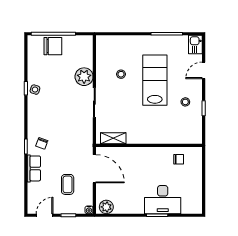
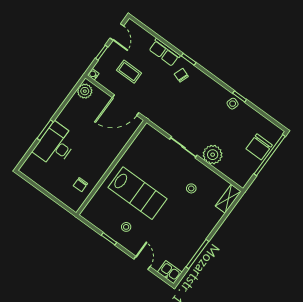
lab bench: (155, 80) -> (137, 193), moved
shelving: (113, 138) -> (228, 199), moved

